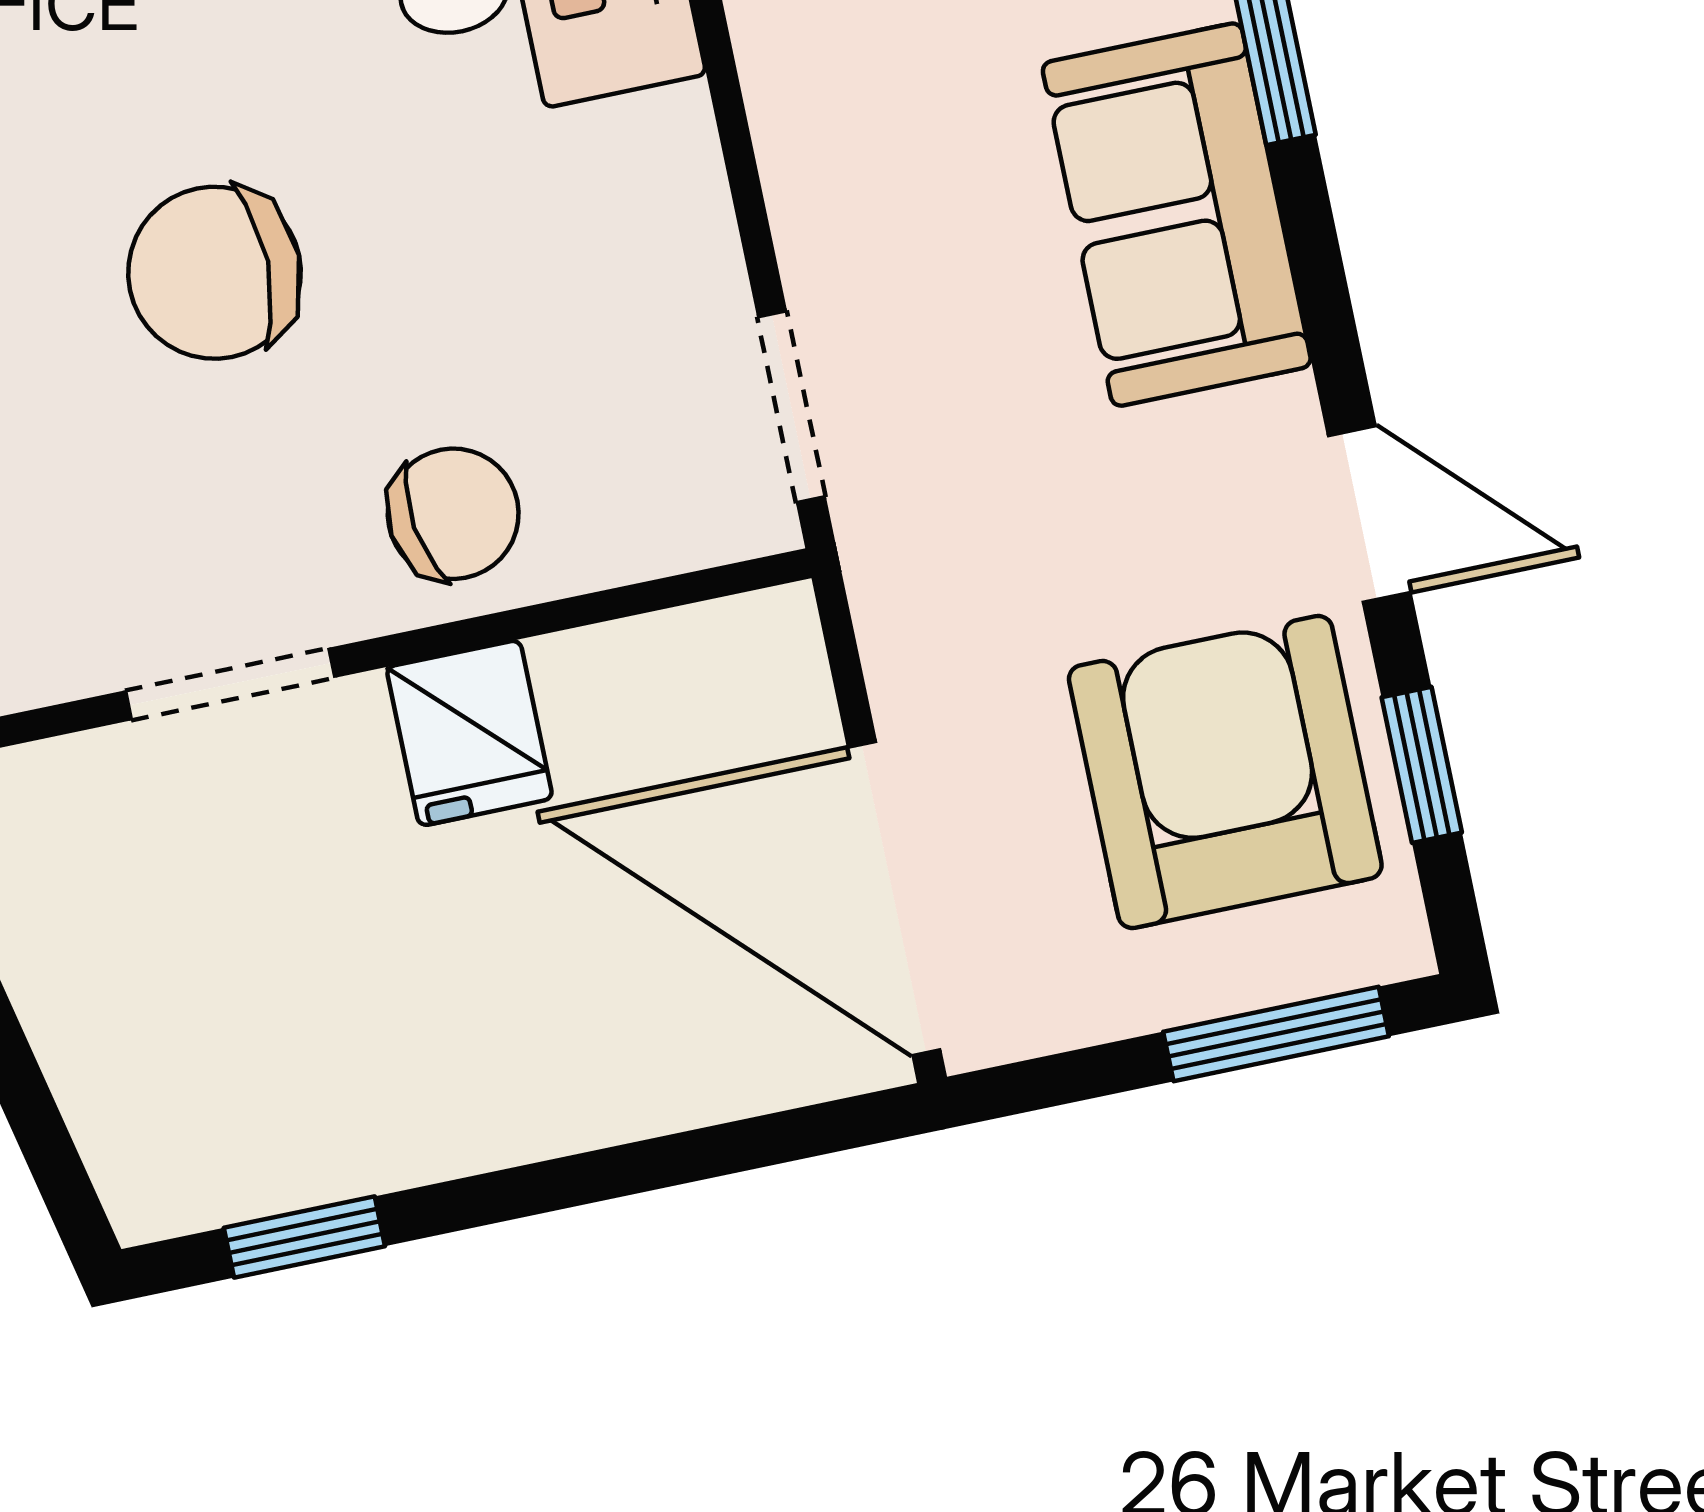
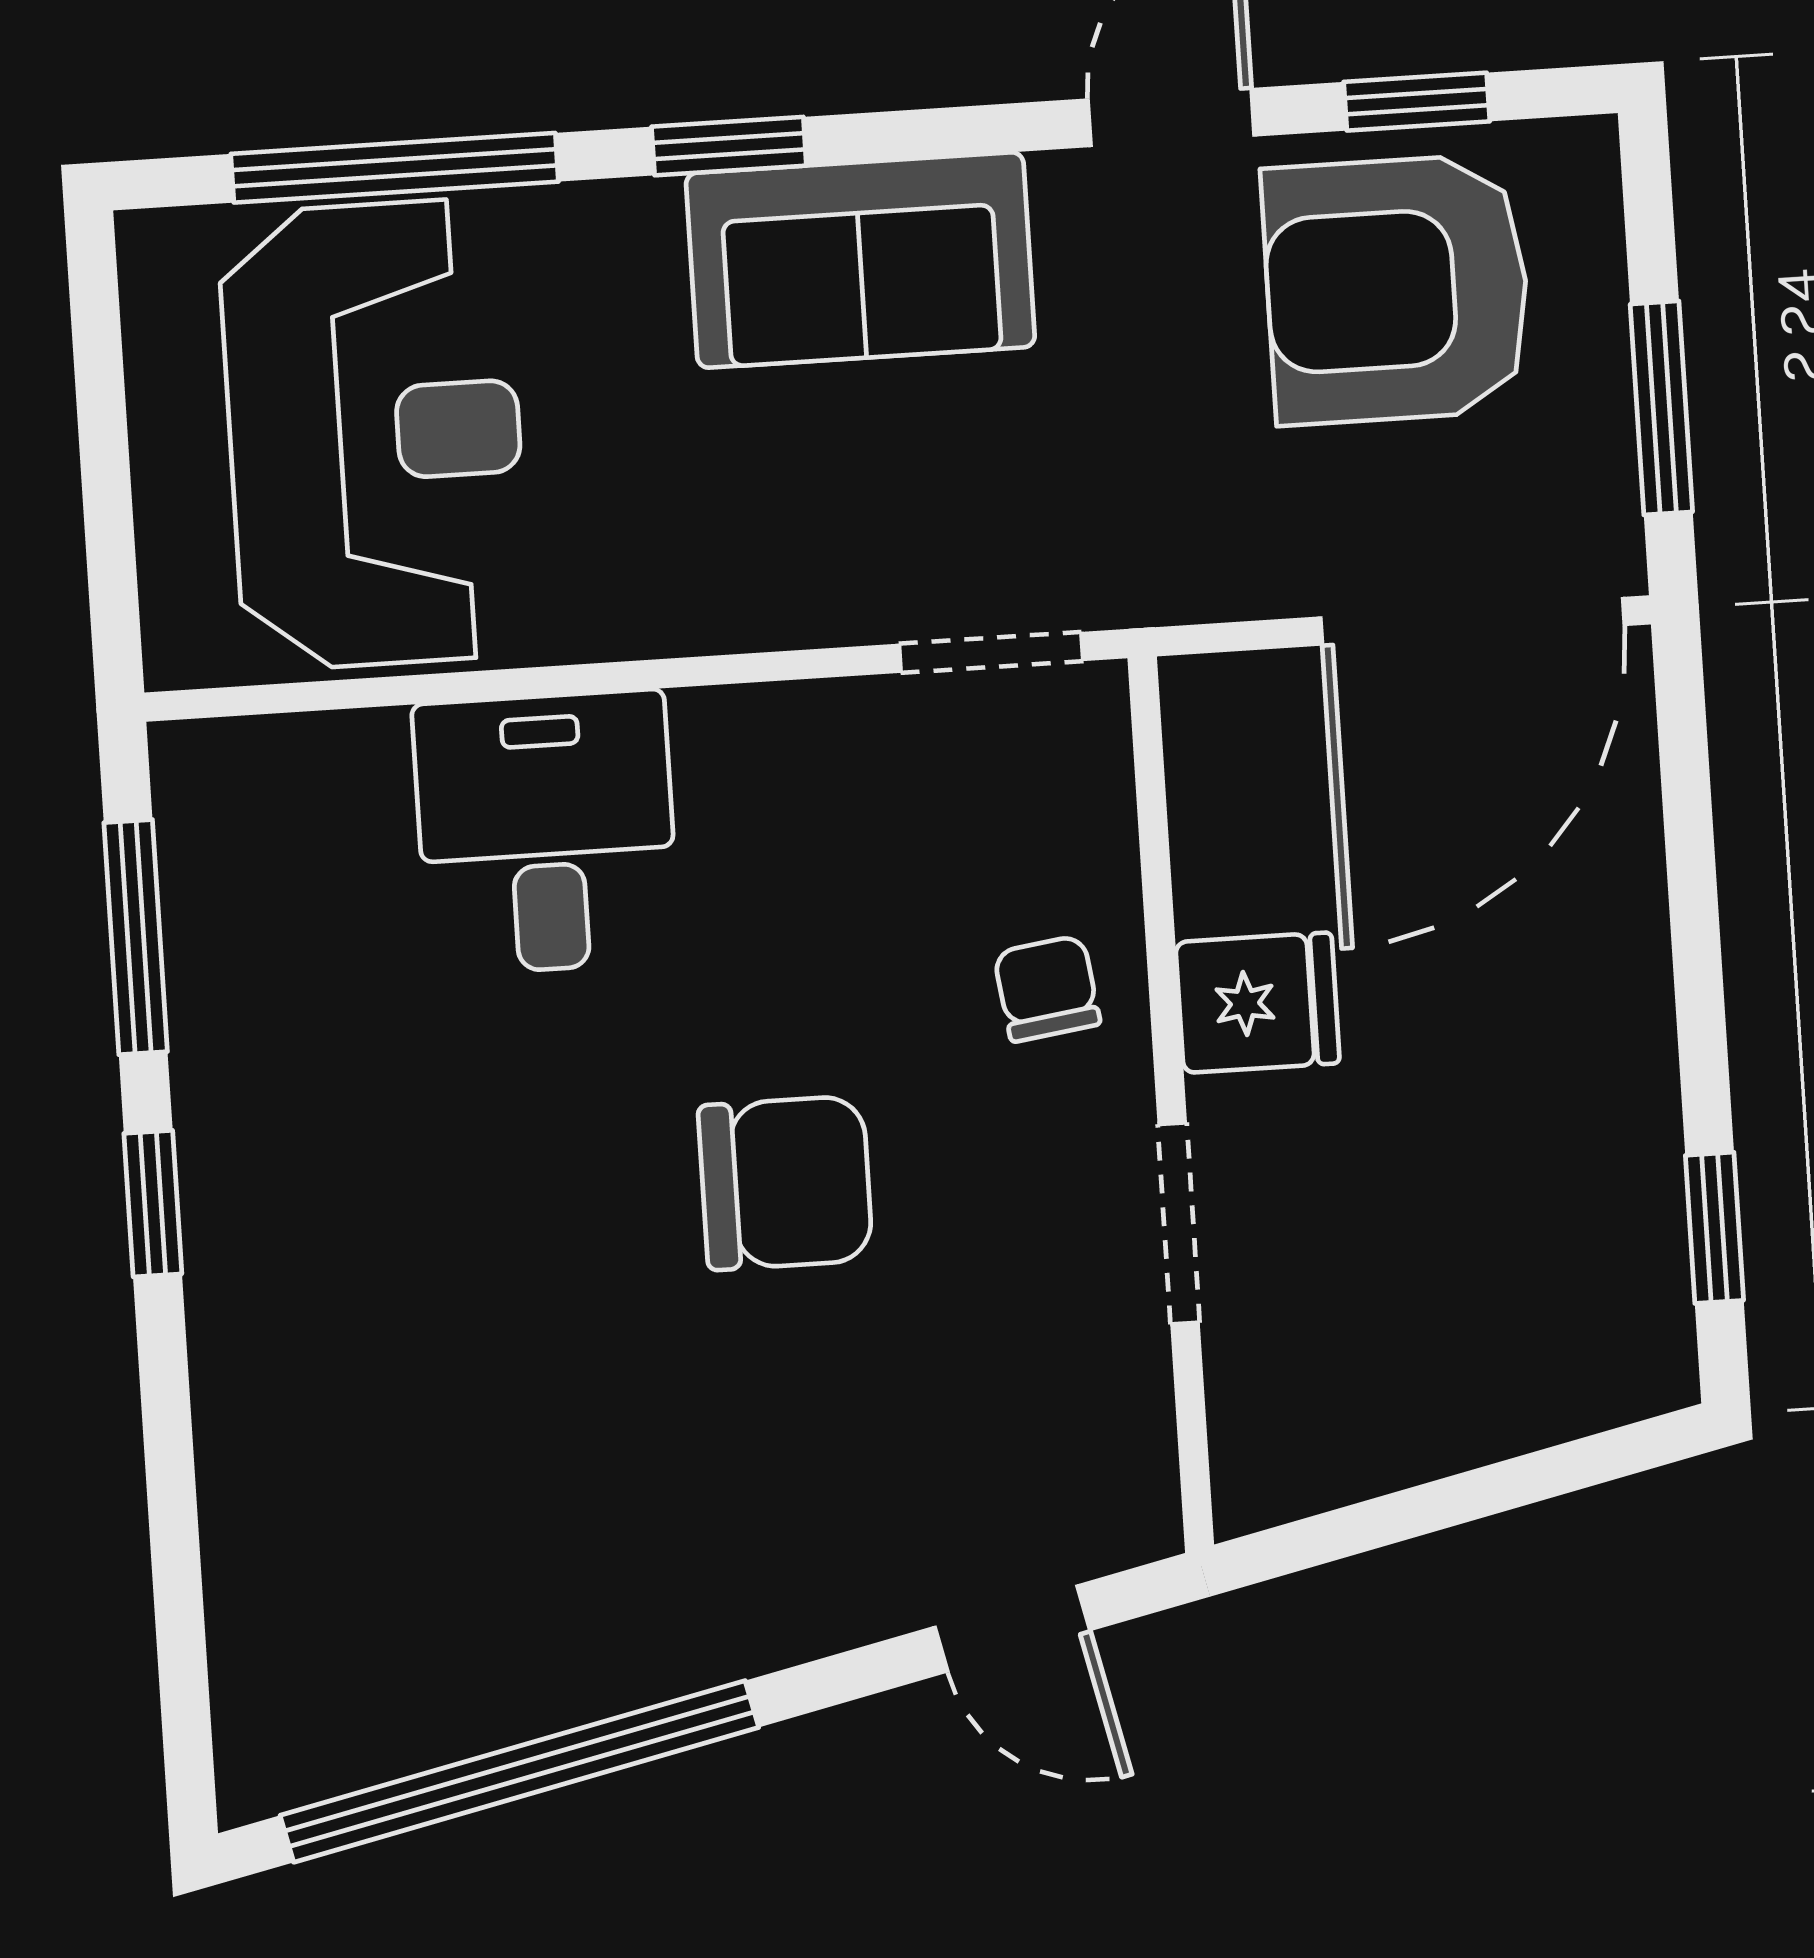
chair: (214, 273) -> (785, 1183), turned -90
chair: (453, 514) -> (1047, 988), width x0.73, depth x0.73
window: (1276, 1034) -> (1661, 408), moved

